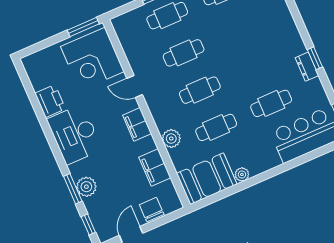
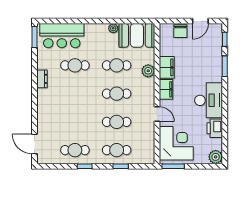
window: (315, 58) -> (35, 82), removed
filing cabinet: (155, 168) -> (167, 67), moved
plant: (86, 187) -> (216, 157), moved

